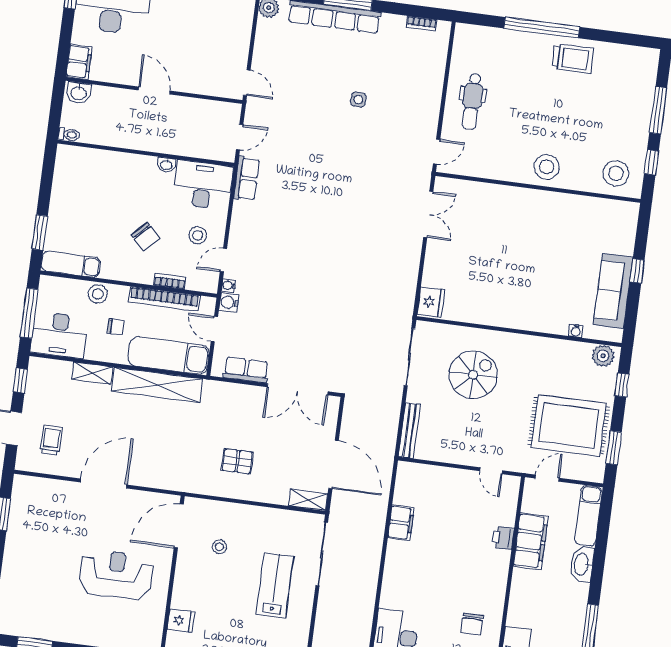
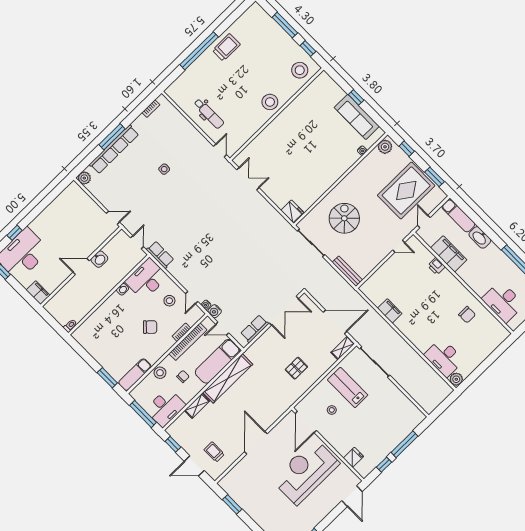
washbasin: (79, 93) -> (99, 259), moved
reception desk: (116, 575) -> (306, 472), width x1.36, depth x1.30
lab bench: (275, 585) -> (348, 387), moved

